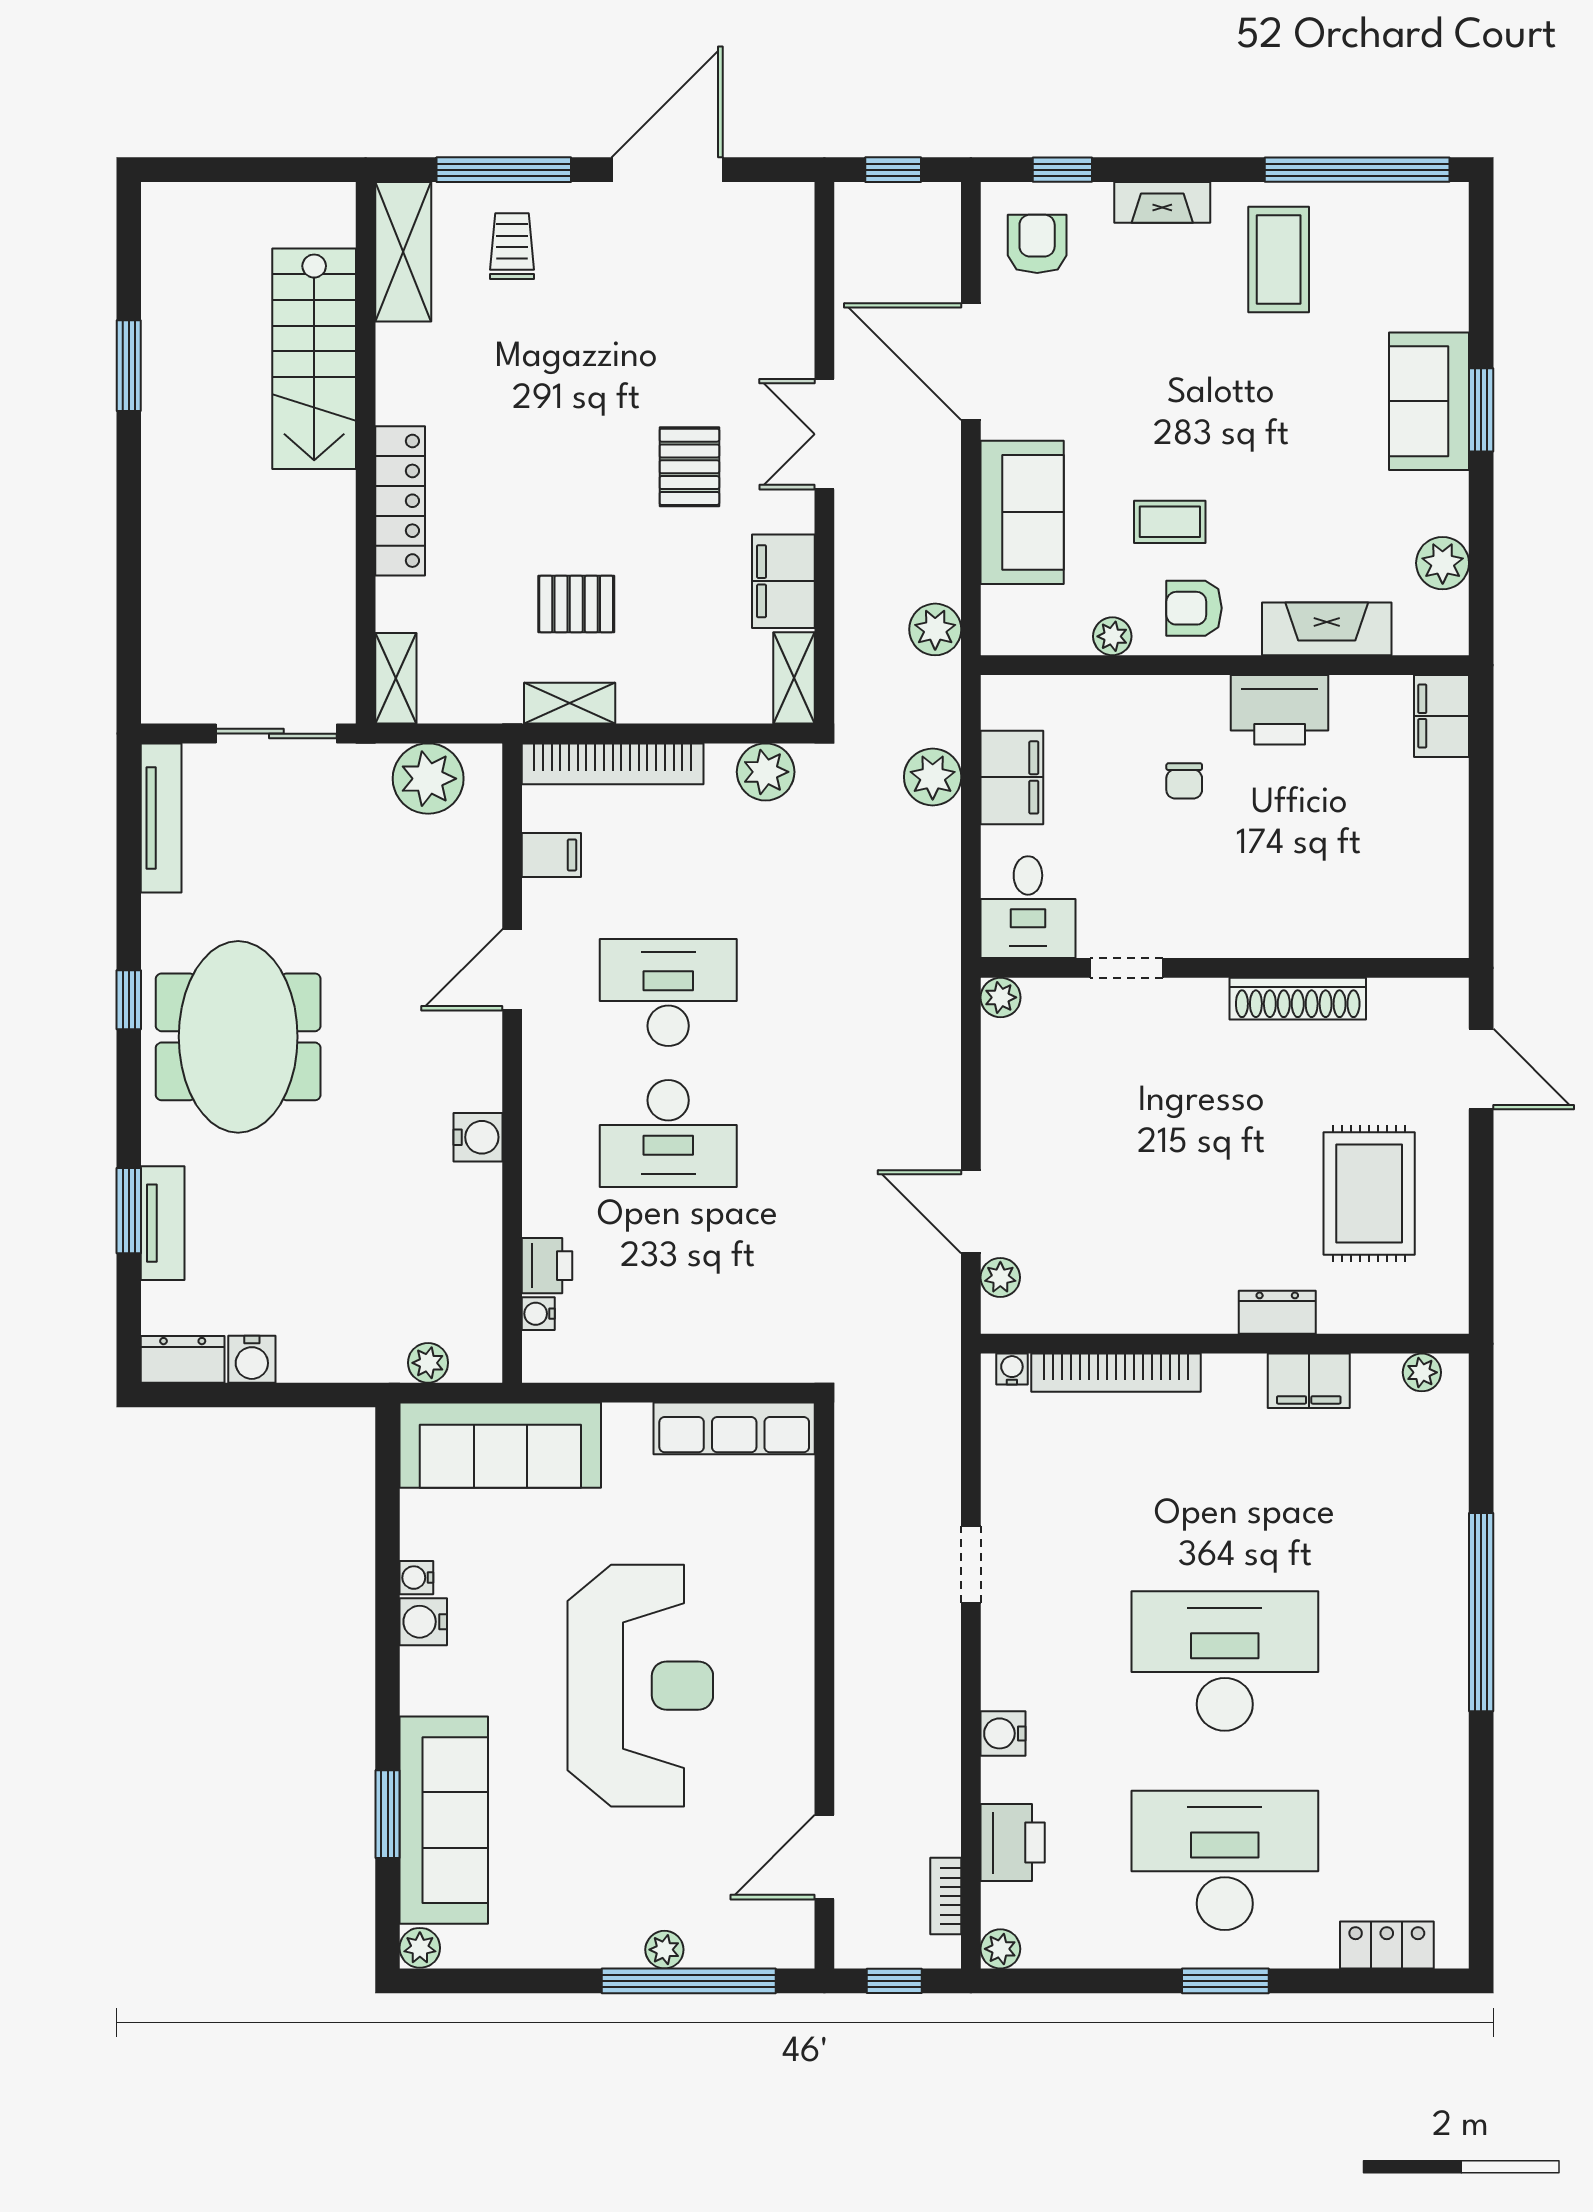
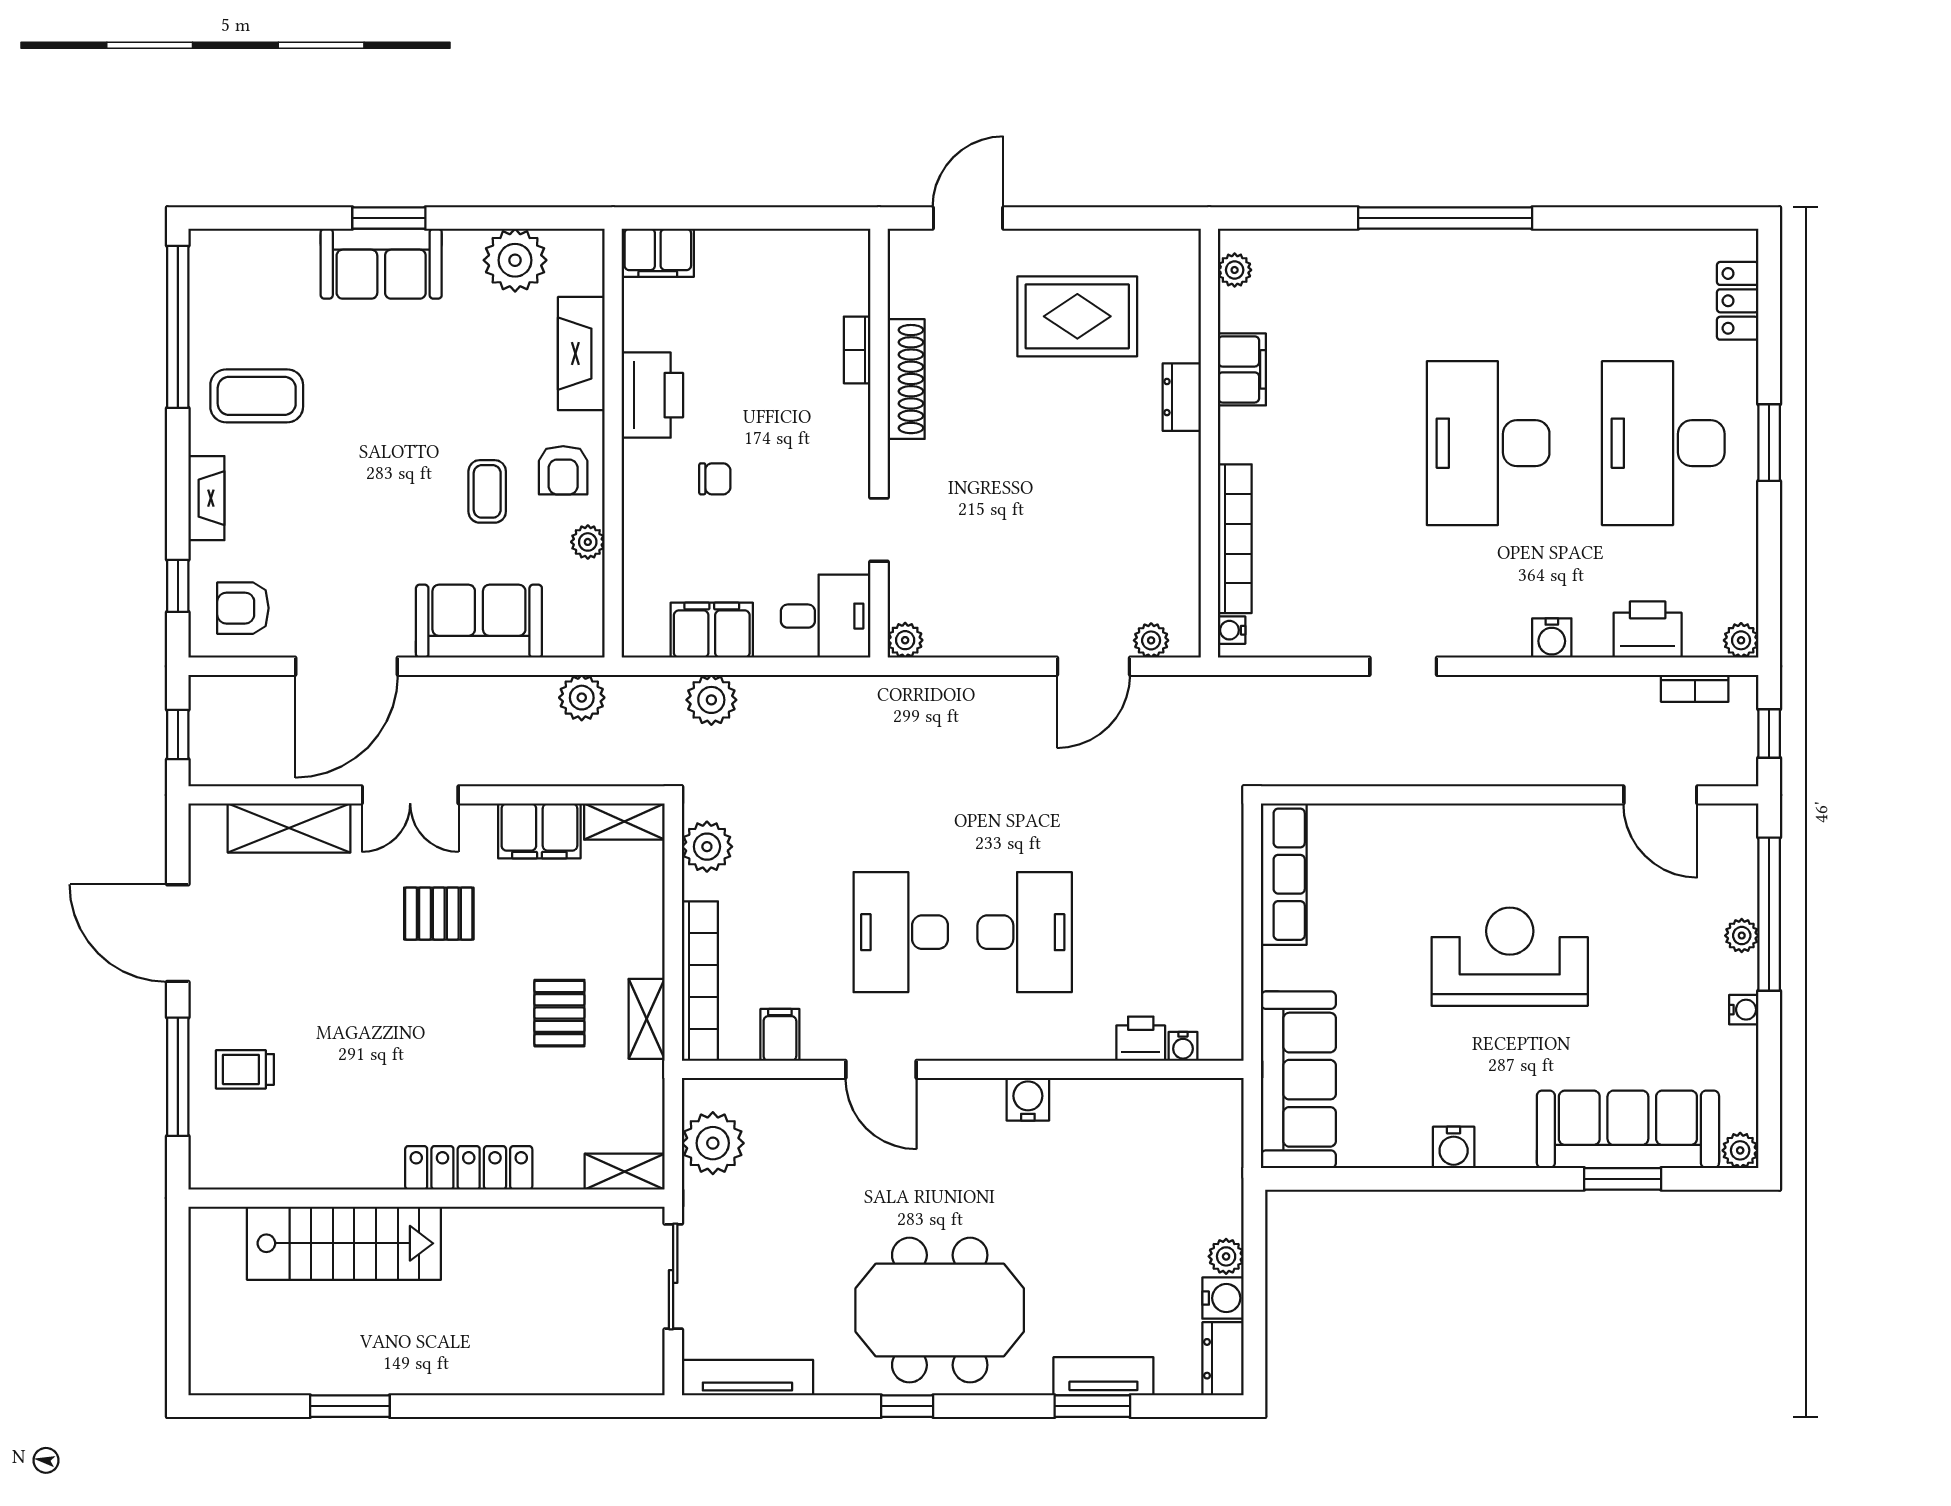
shelving: (403, 252) -> (289, 828), moved
plant: (1443, 563) -> (515, 260), width x1.36, depth x1.36
bookcase: (1331, 943) -> (857, 350), added
plant: (428, 1363) -> (1226, 1256), moved
water cooler: (416, 1578) -> (1744, 1010), moved, turned -90
reception desk: (640, 1686) -> (1510, 957), width x0.74, depth x0.77

